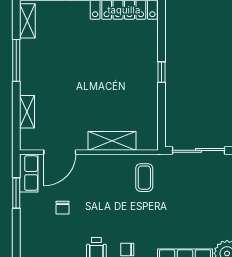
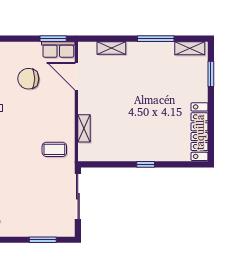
shelving: (112, 141) -> (84, 128), width x0.67, depth x0.75
window: (16, 193) -> (53, 39), moved
chair: (63, 208) -> (28, 79), width x1.87, depth x1.87

